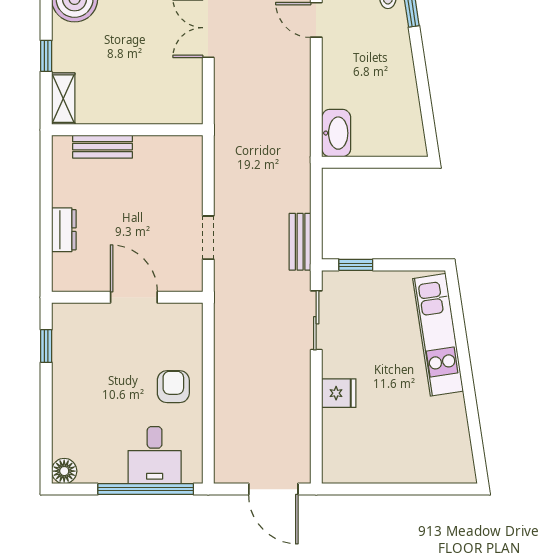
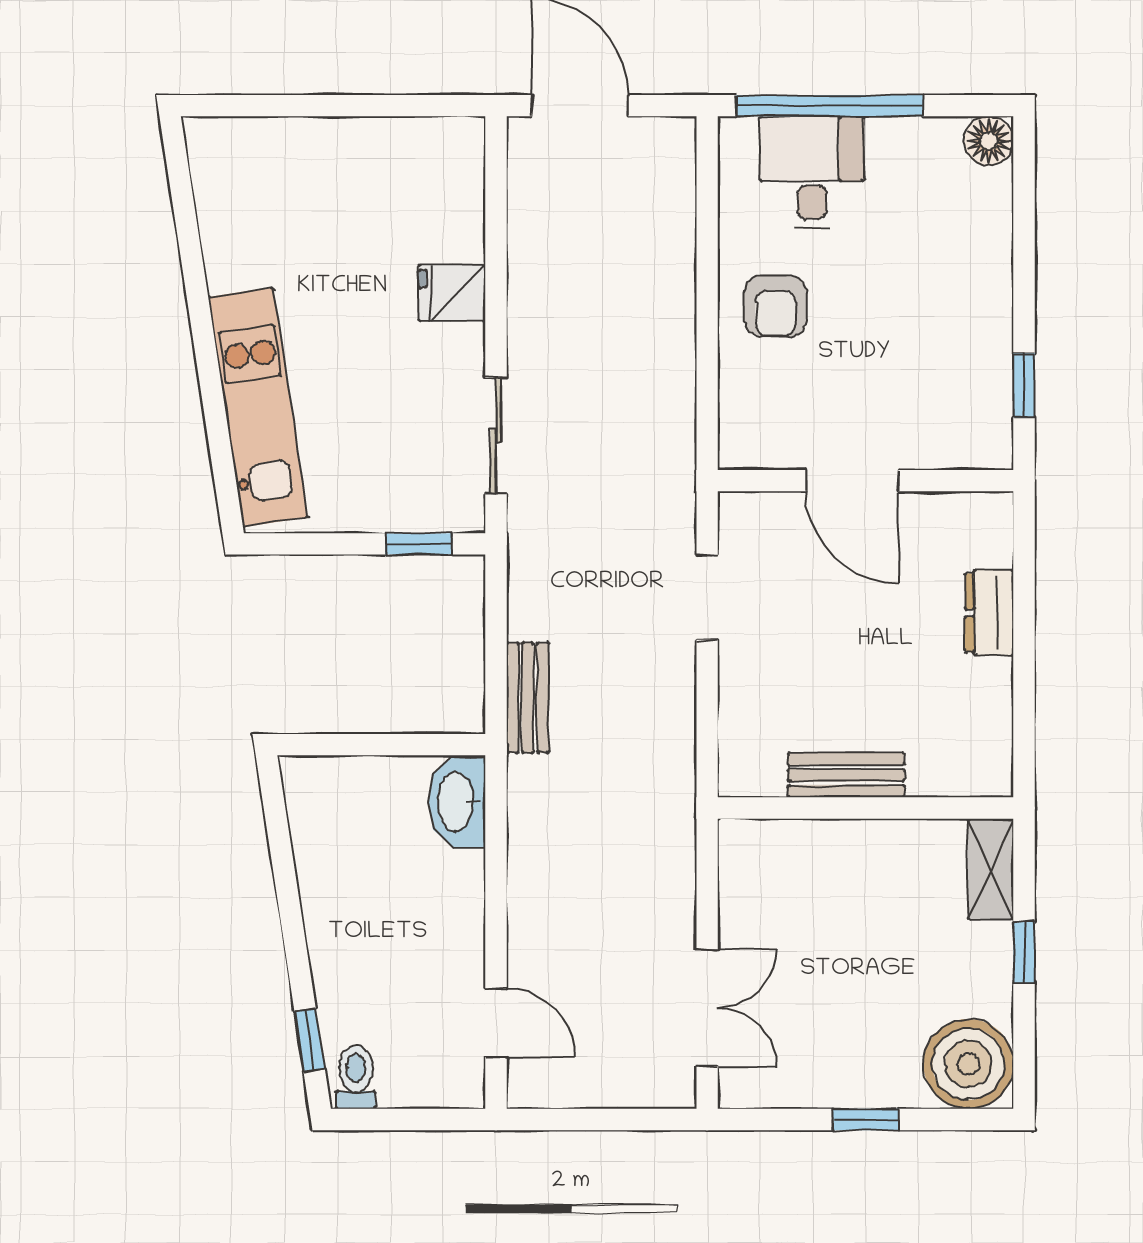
bench: (102, 147) -> (846, 775), moved
bench: (300, 242) -> (528, 698), moved

